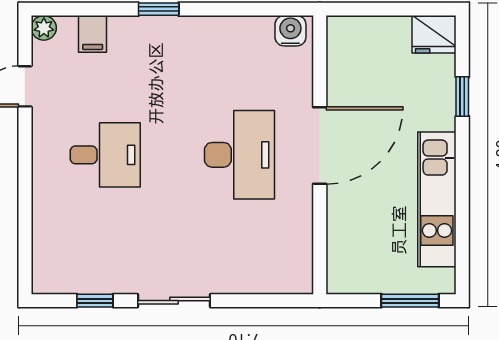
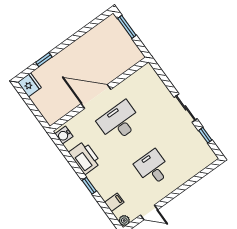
printer: (219, 39) -> (85, 158), added
kitchen unit: (437, 199) -> (85, 43), removed

